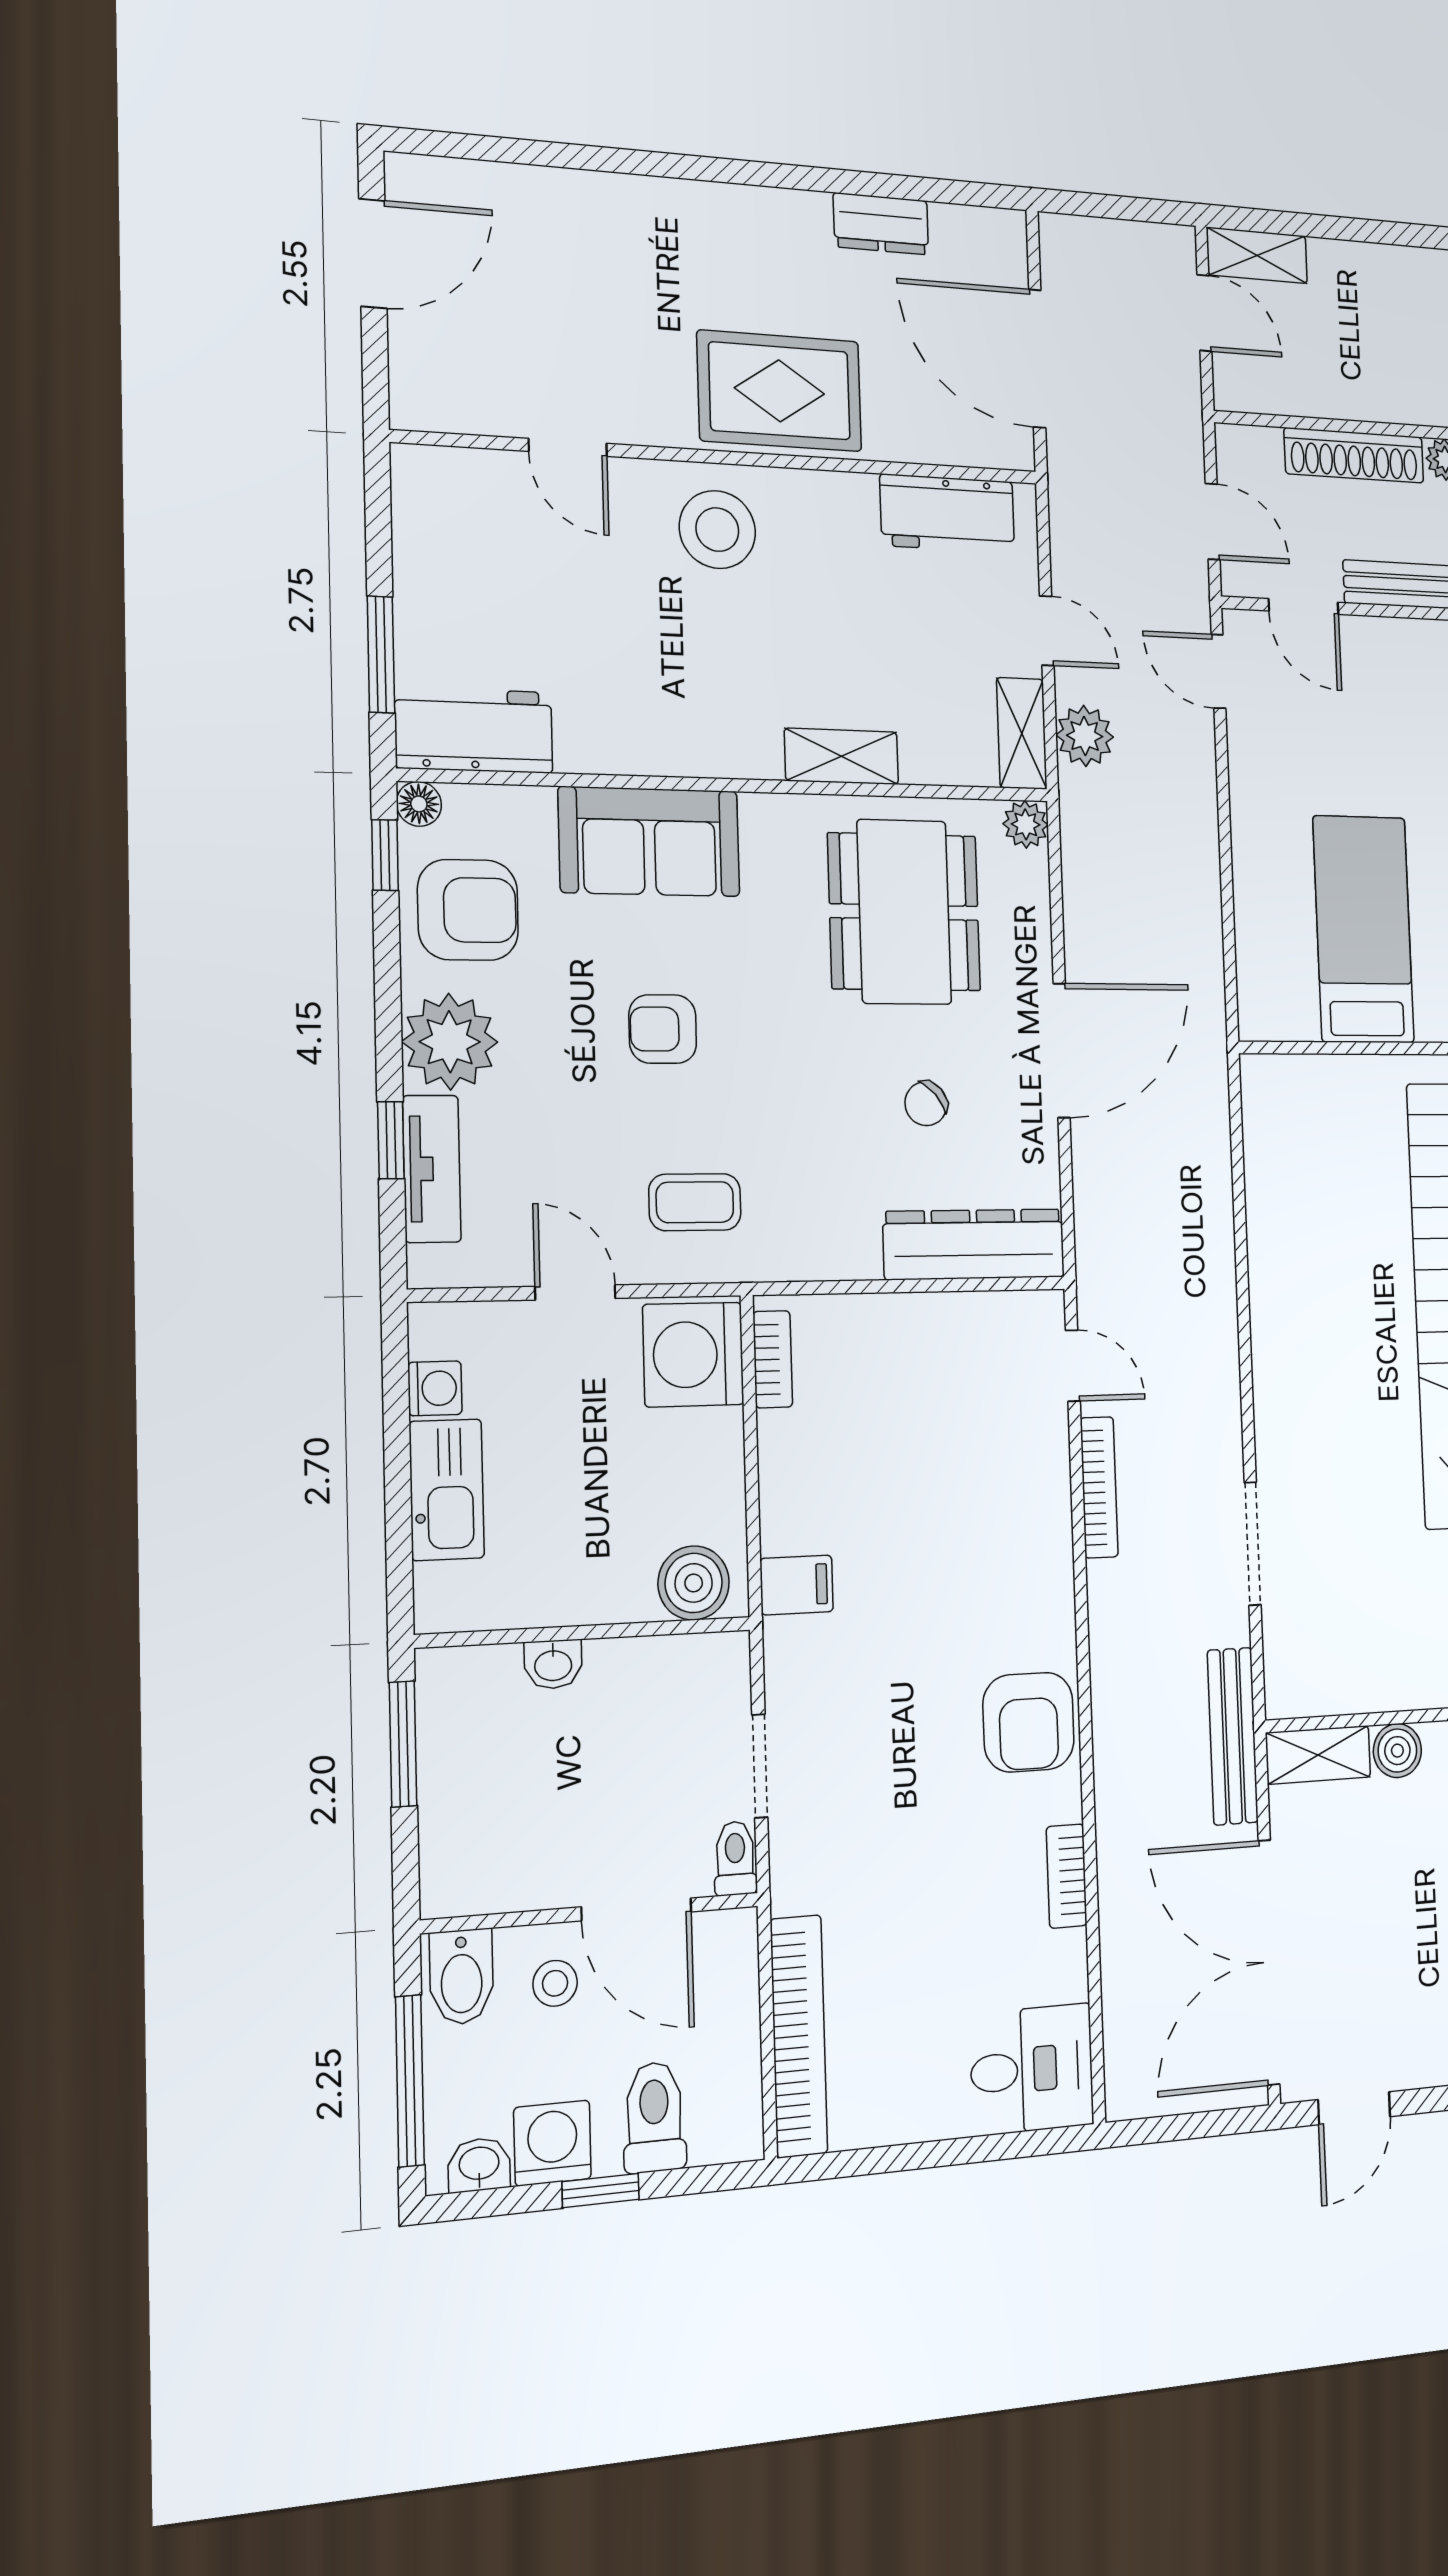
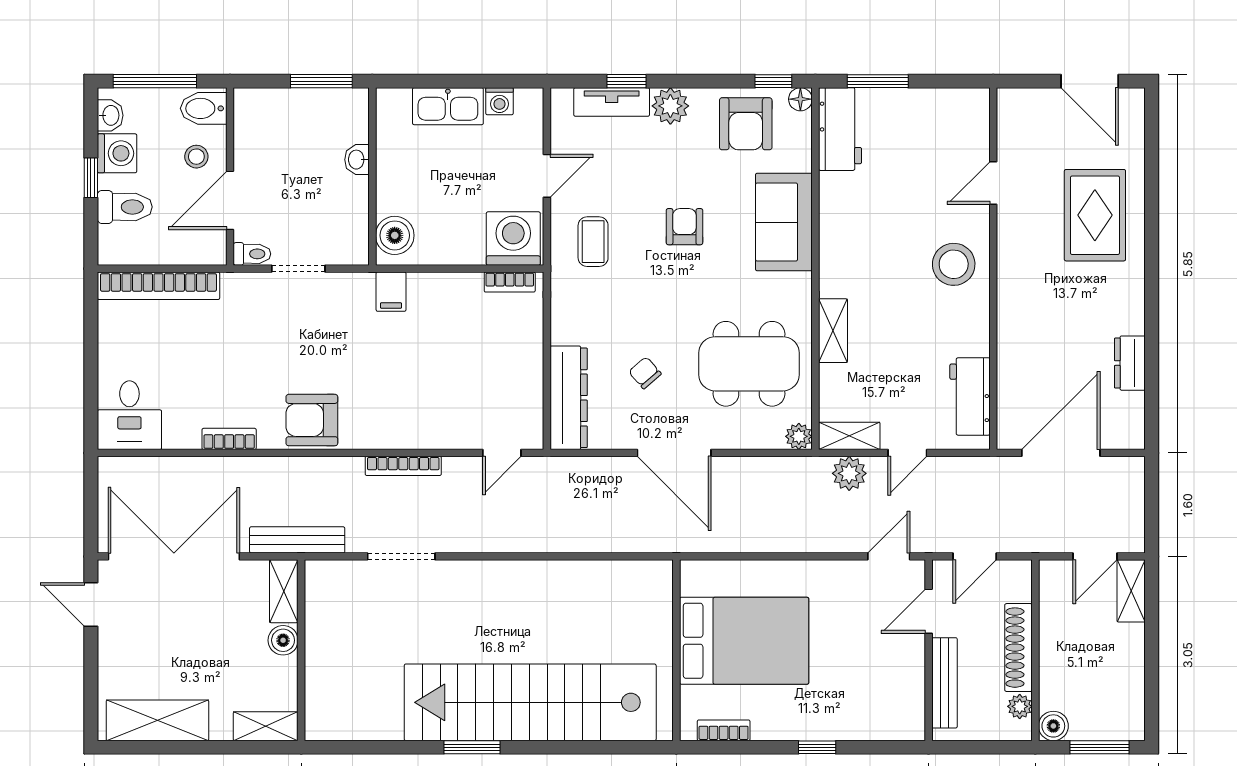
rug: (779, 391) -> (1095, 215), moved
bed: (1363, 929) -> (744, 641), width x1.50
plant: (450, 1042) -> (670, 106), width x0.73, depth x0.73
bookcase: (1099, 1487) -> (403, 466), moved

